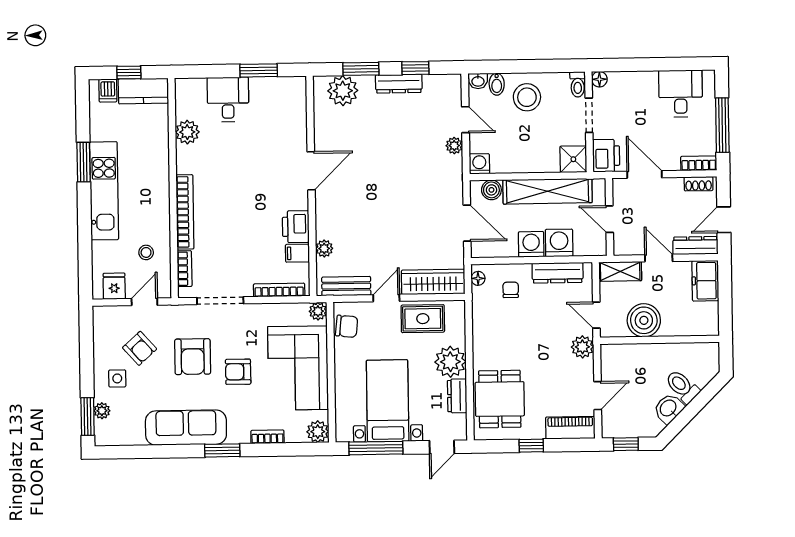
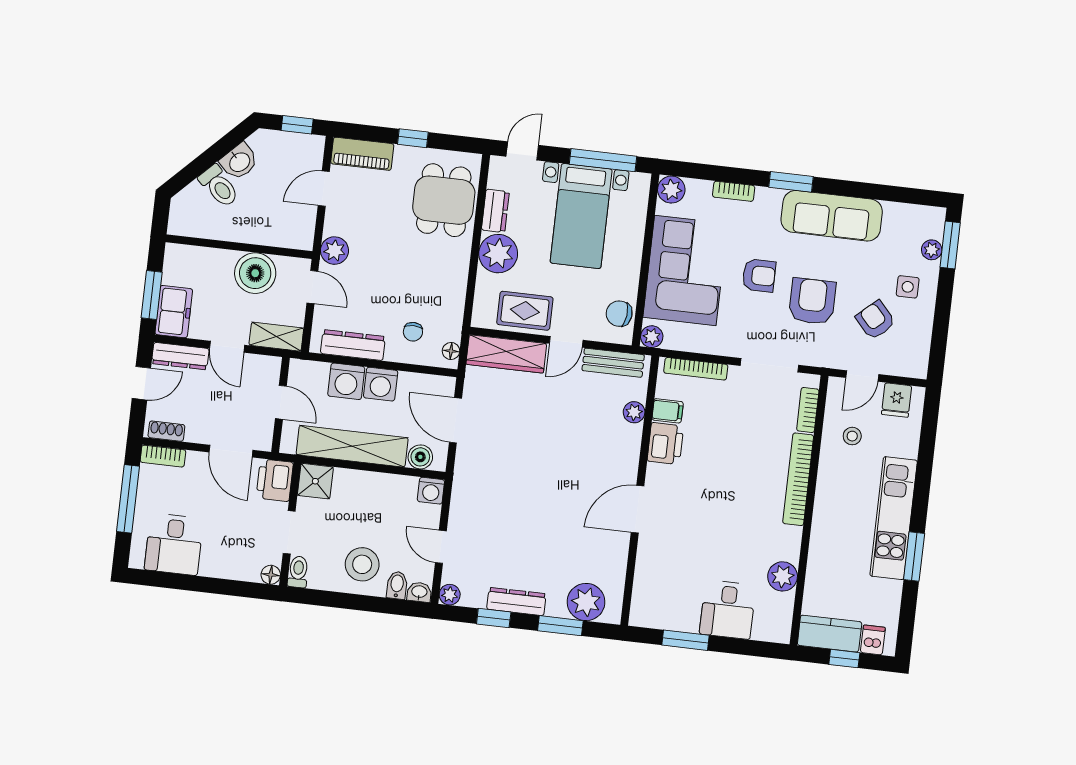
plant: (454, 146) -> (450, 595), moved
window: (725, 292) -> (152, 295), added

